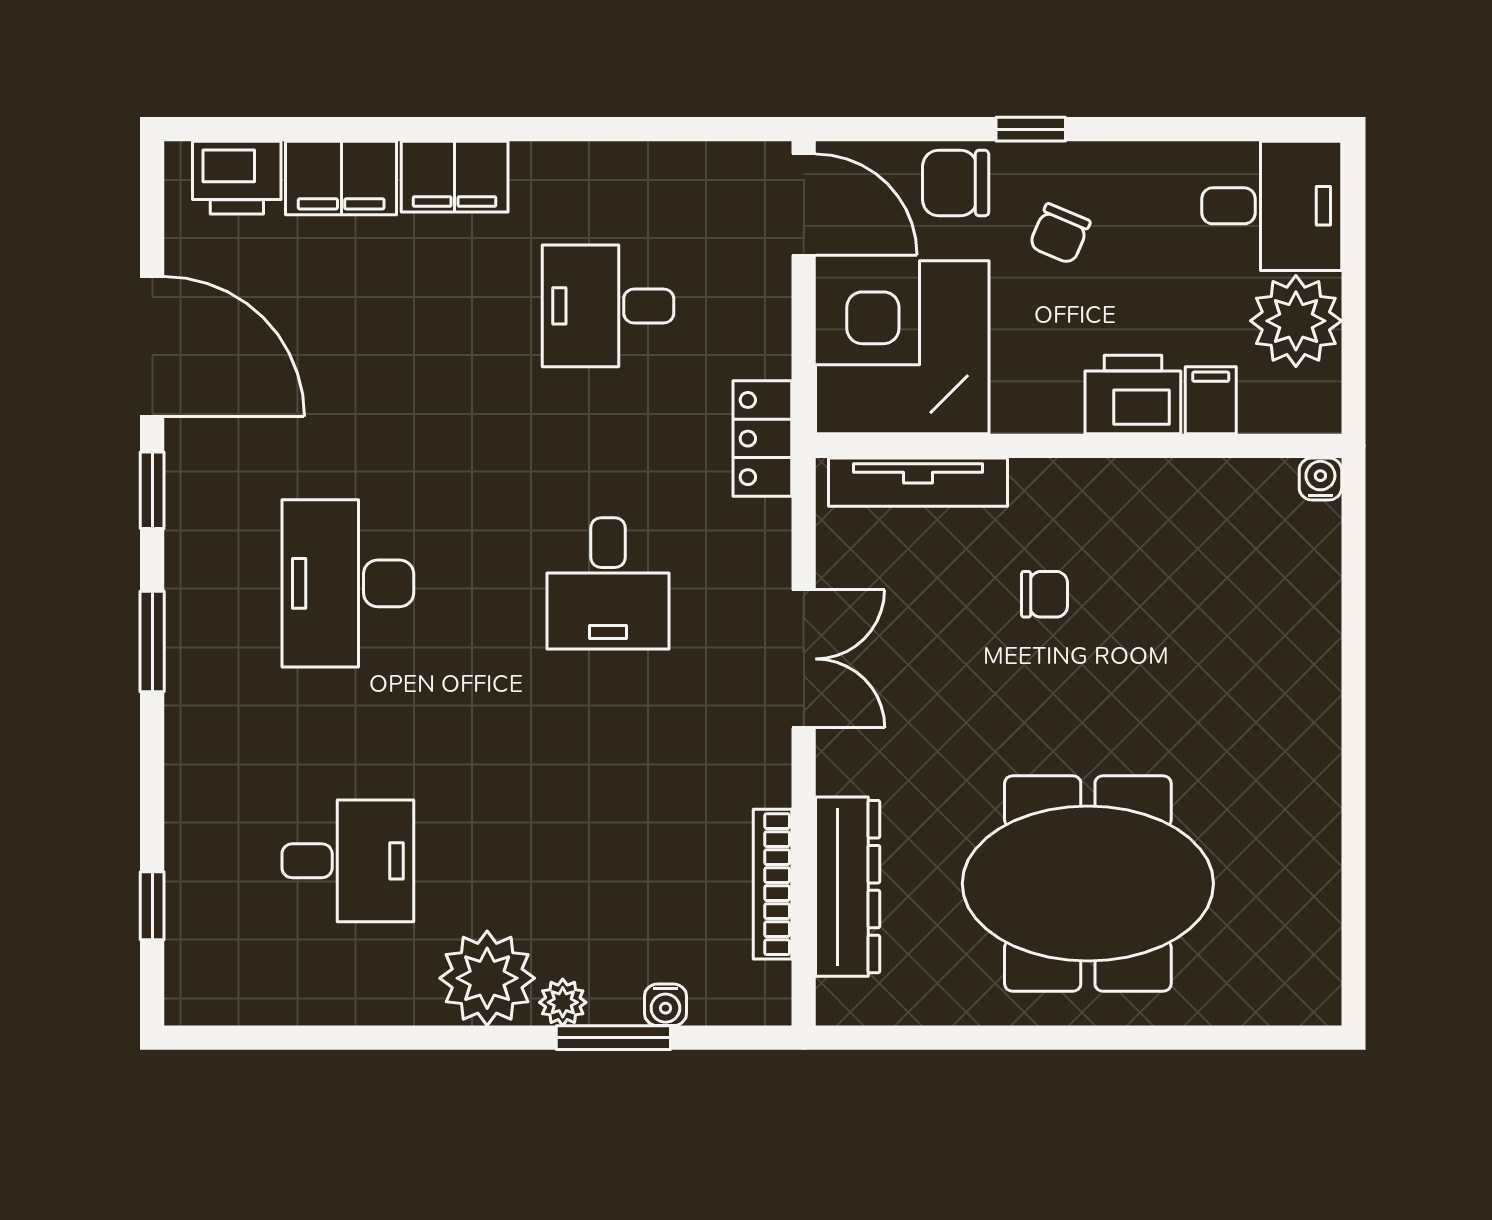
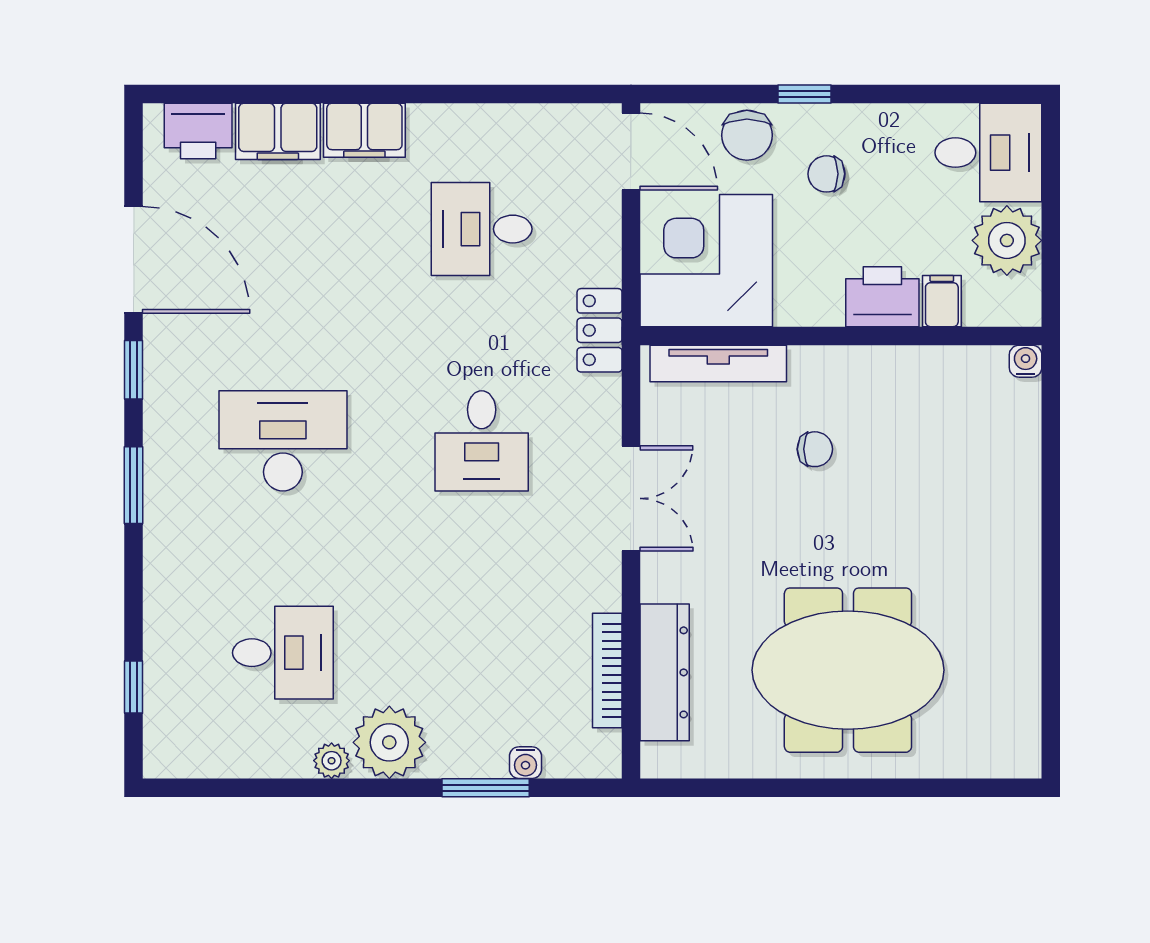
chair: (956, 183) -> (747, 135), turned -90
chair: (1060, 234) -> (826, 174), turned 67
desk: (348, 583) -> (283, 441), turned 90
plant: (563, 1002) -> (332, 761), moved

